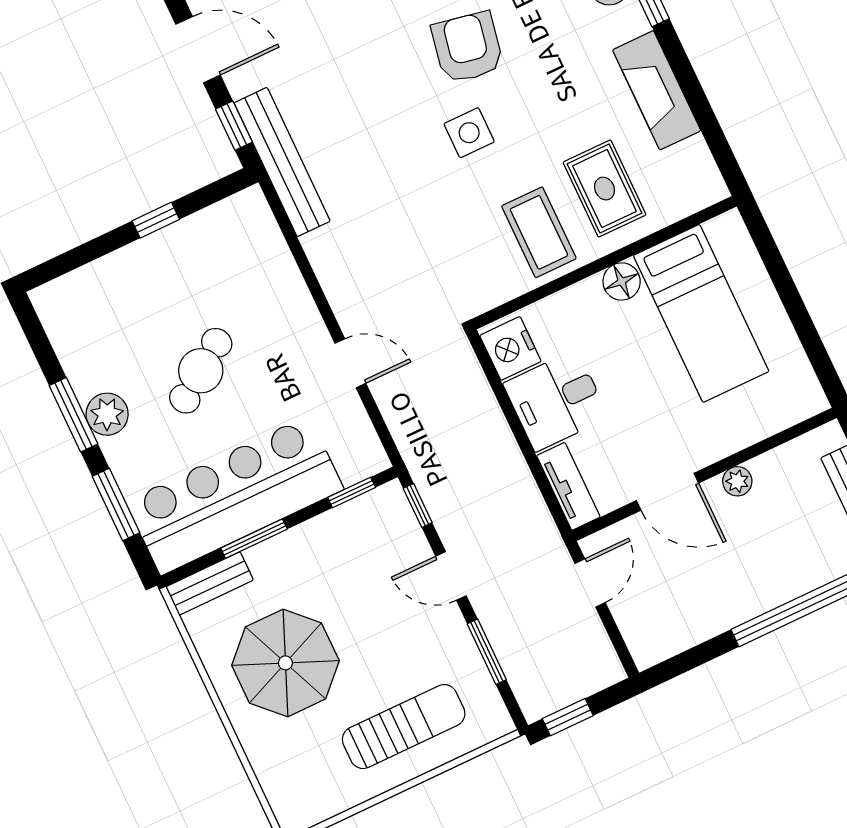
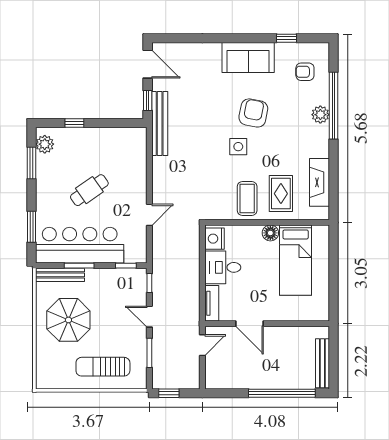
fireplace: (657, 90) -> (319, 182), moved
window: (156, 220) -> (74, 123), moved
door: (350, 363) -> (149, 215), hinge flipped
plant: (107, 414) -> (45, 144), moved
window: (73, 415) -> (31, 163), moved
plant: (737, 481) -> (279, 332), removed
bench: (210, 583) -> (60, 275), width x1.36
sun lounger: (404, 727) -> (103, 367), turned 180

